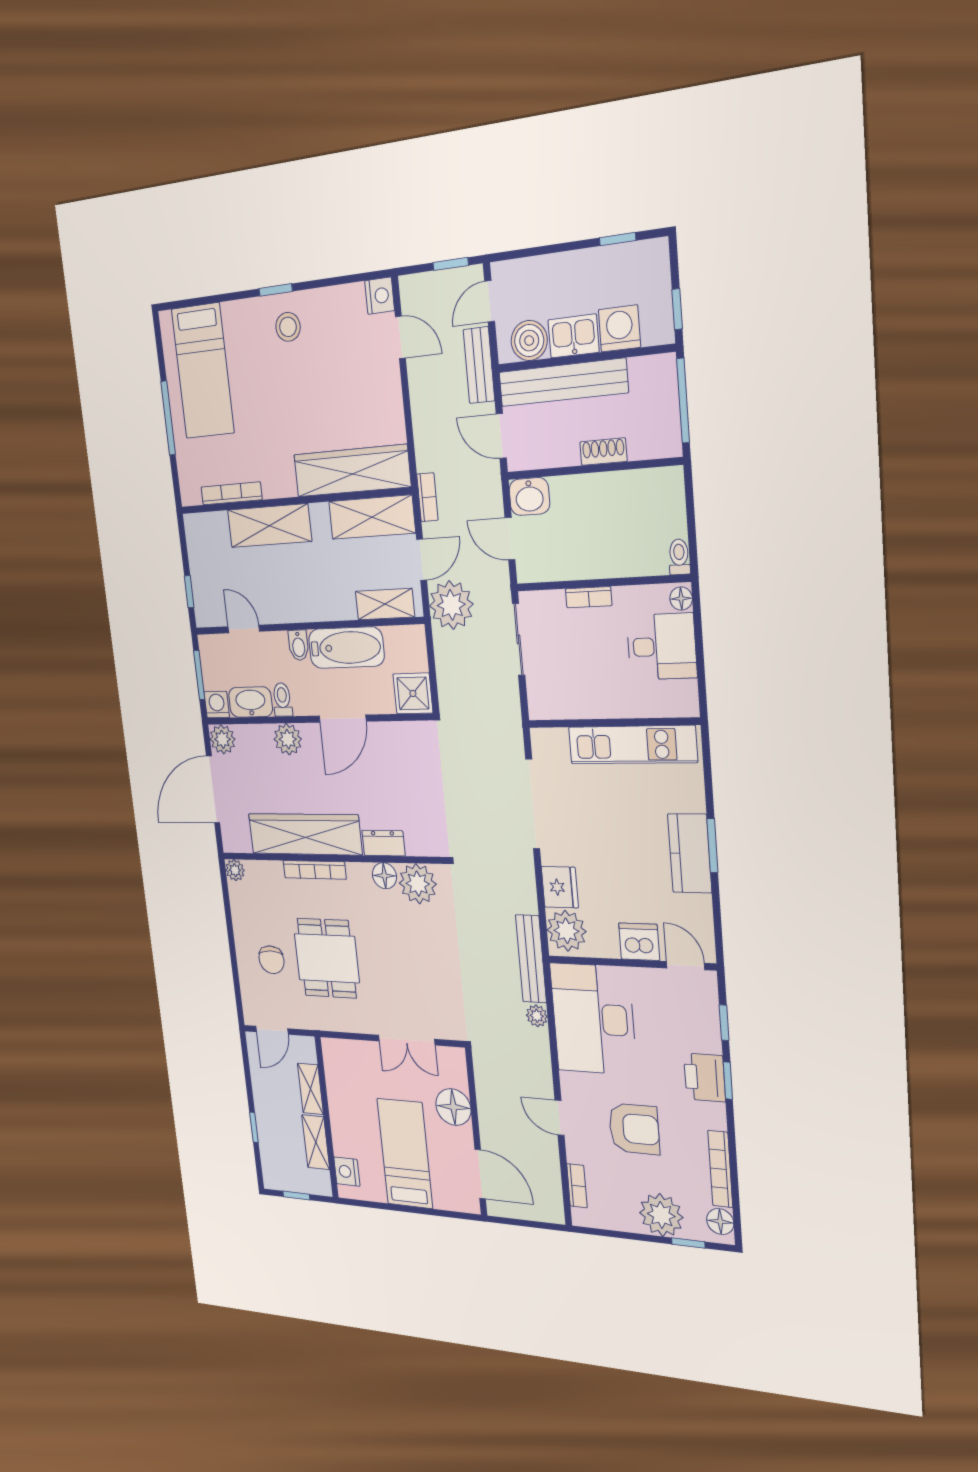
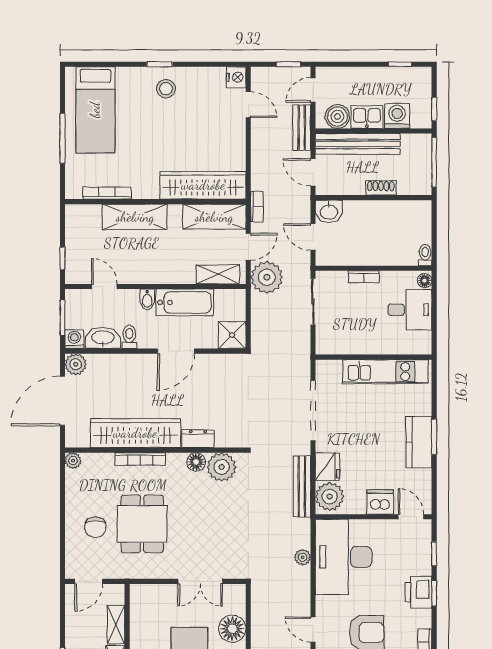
plant: (288, 739) -> (130, 365), removed
bench: (531, 959) -> (302, 486), moved

